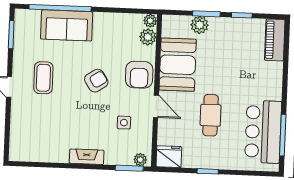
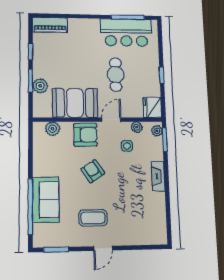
plant: (150, 21) -> (137, 127), moved
cafe table: (211, 115) -> (116, 75), turned 90

